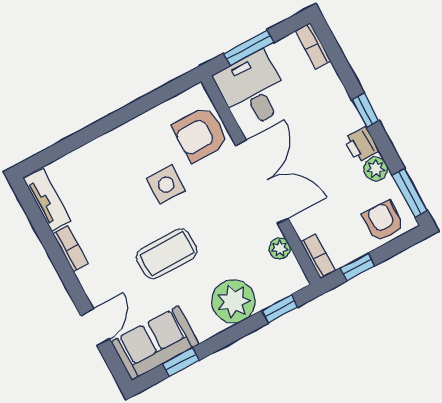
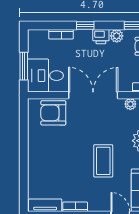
bookcase: (313, 46) -> (61, 34), moved
armchair: (200, 134) -> (53, 113), turned 90
side table: (166, 185) -> (69, 143), removed

